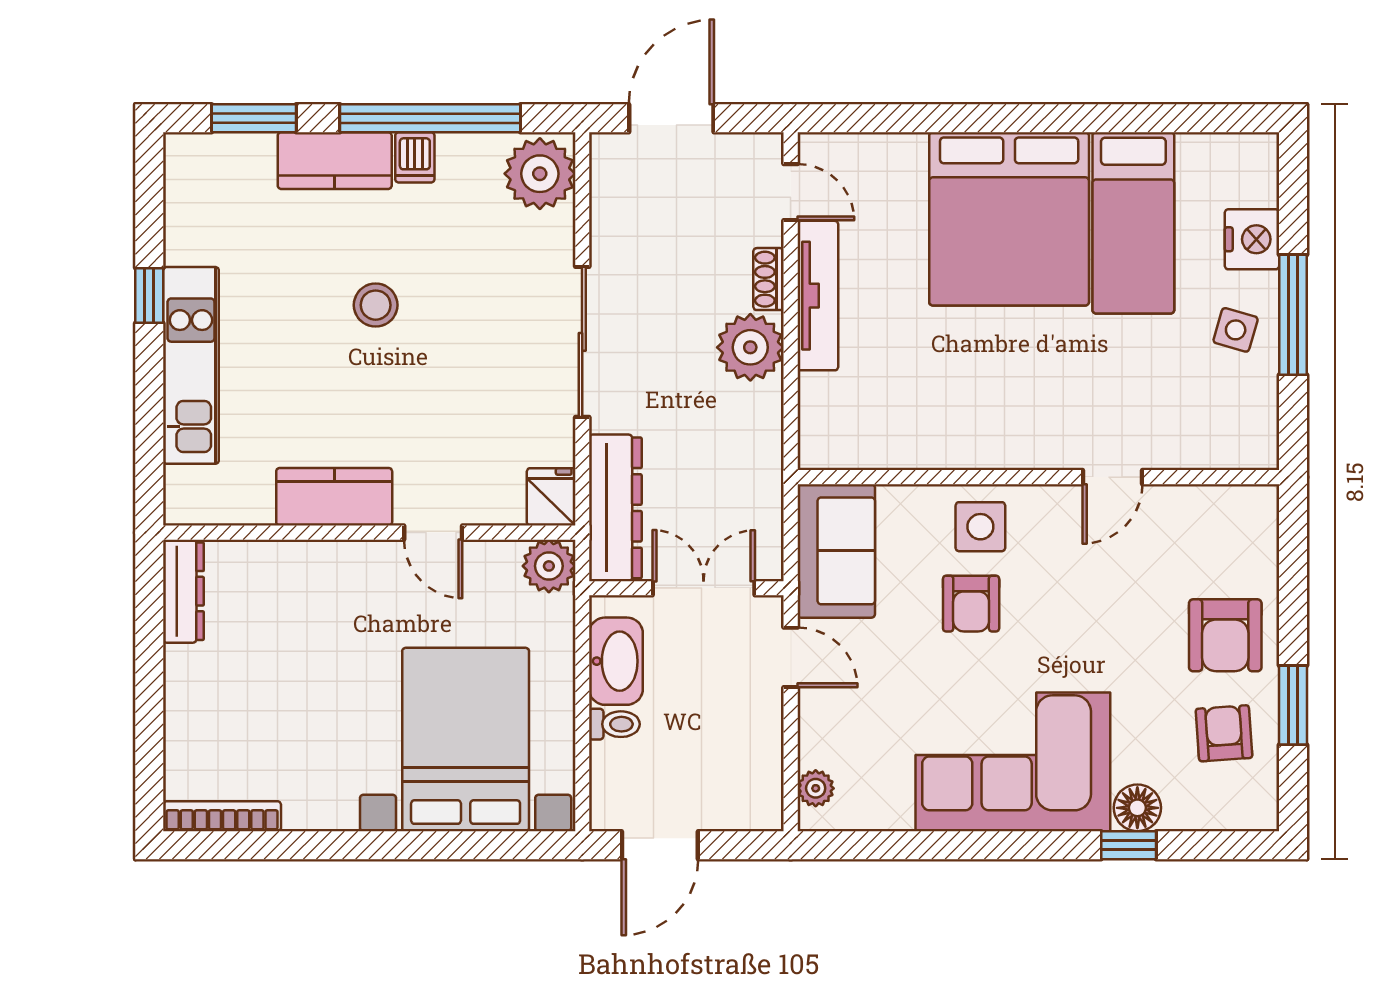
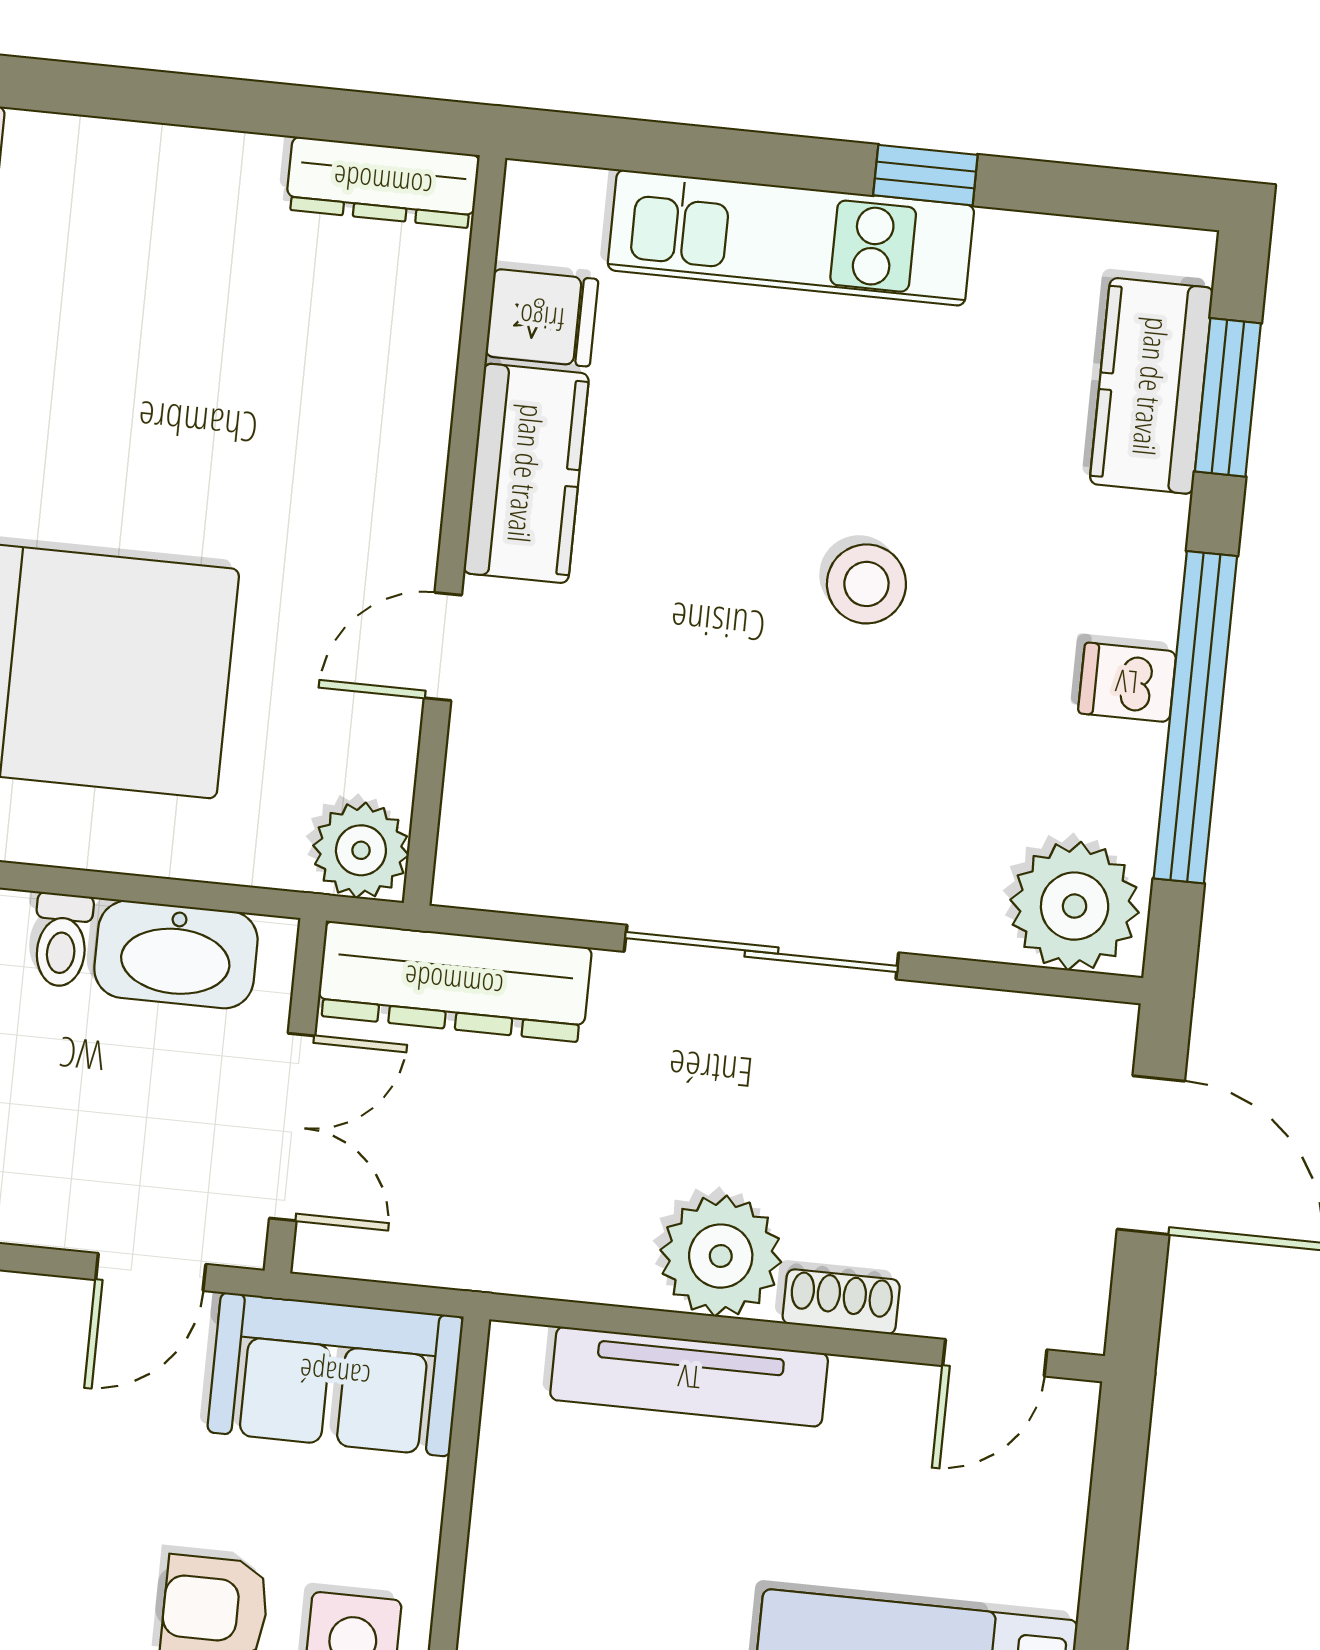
kitchen counter: (335, 161) -> (1151, 386), moved
tv unit: (818, 296) -> (689, 1377), moved
fridge: (551, 497) -> (542, 318), moved

